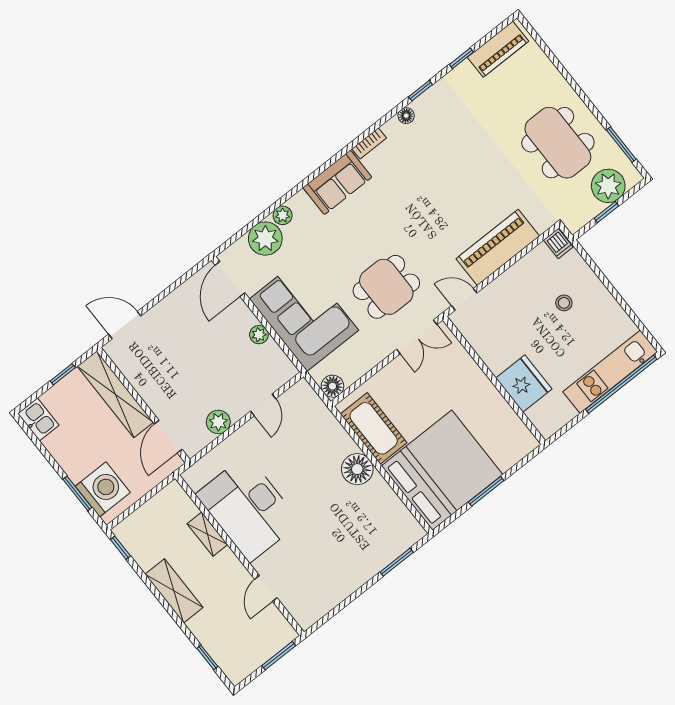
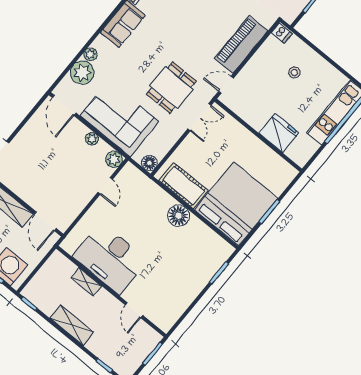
plant: (218, 422) -> (114, 159), moved

